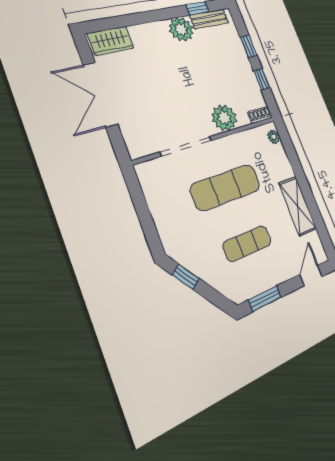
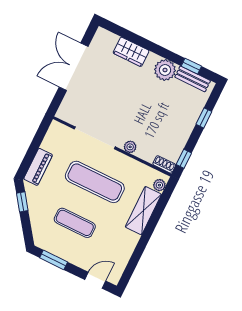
wardrobe: (111, 41) -> (131, 52), moved
window: (262, 79) -> (184, 159), moved
plant: (224, 118) -> (130, 147), width x0.53, depth x0.53
shelving: (298, 206) -> (143, 211), moved
piano: (166, 226) -> (38, 167), added

